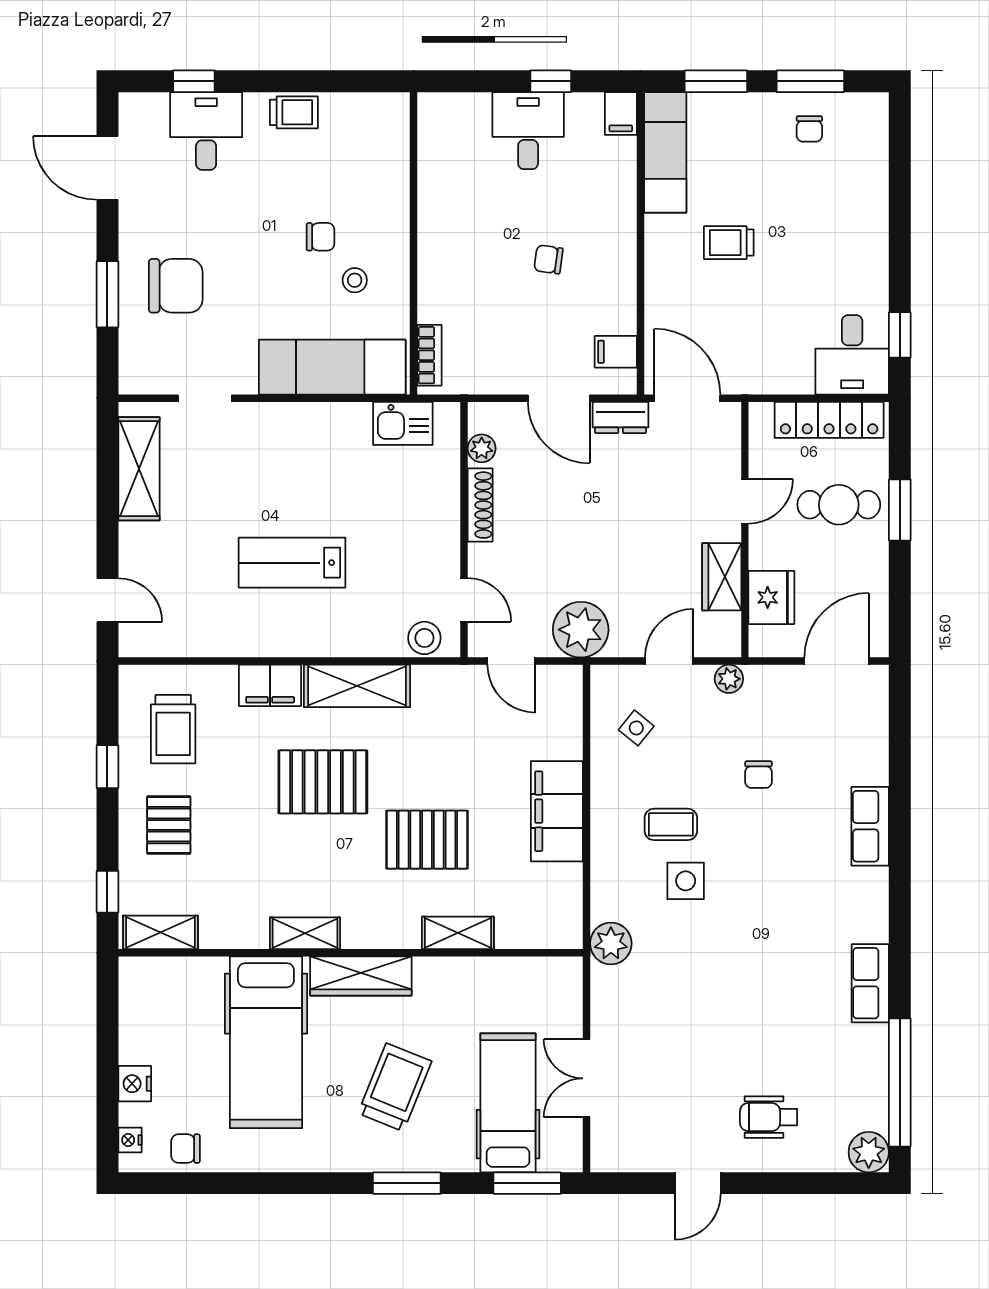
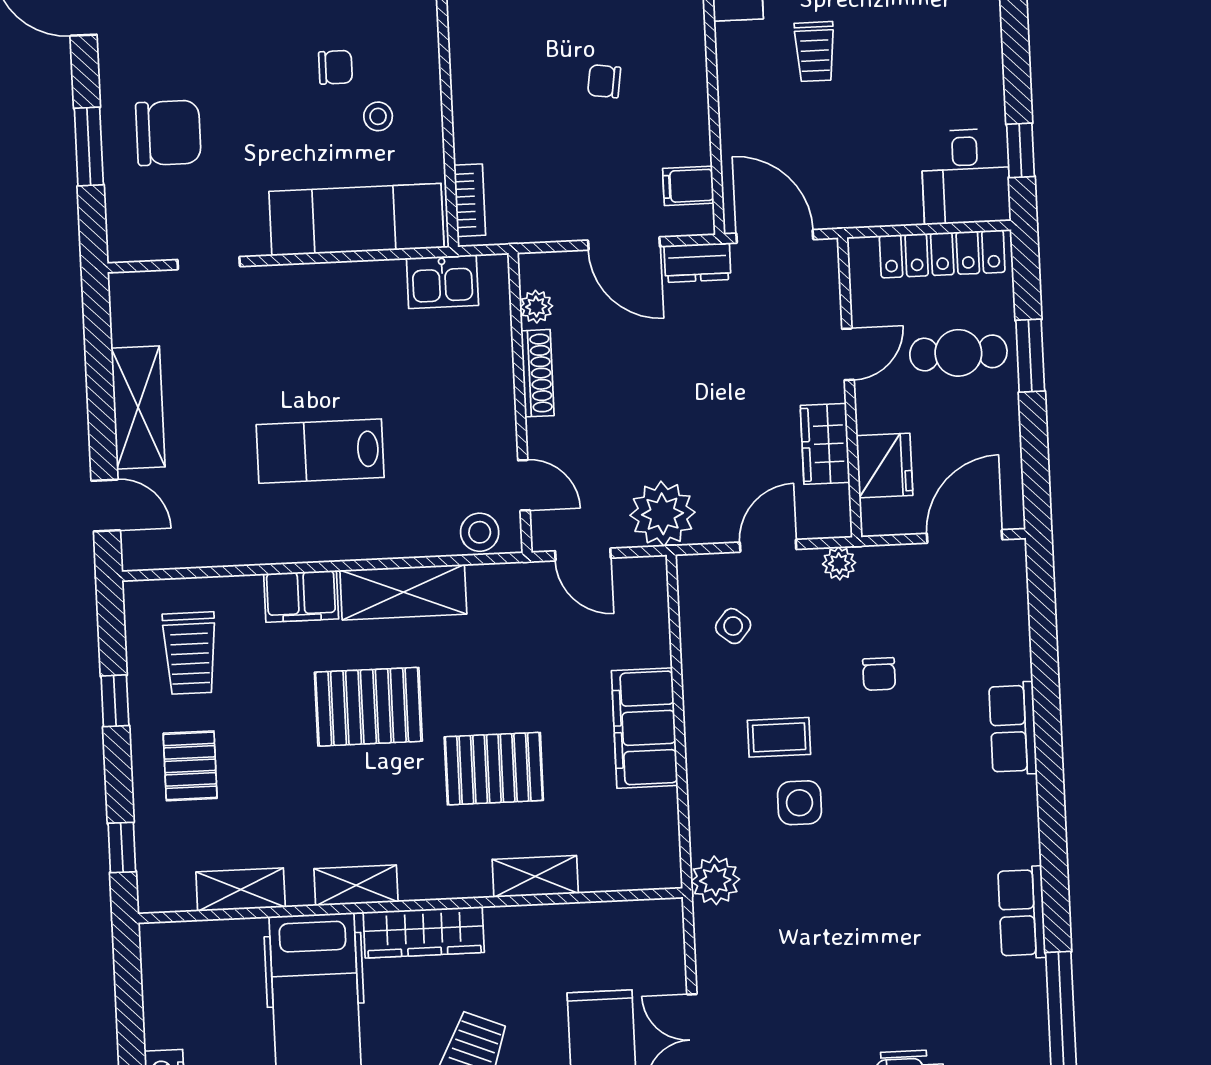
trolley: (729, 243) -> (815, 52), turned -90
shelving: (139, 469) -> (138, 408), moved
shelving: (160, 932) -> (241, 890), moved

